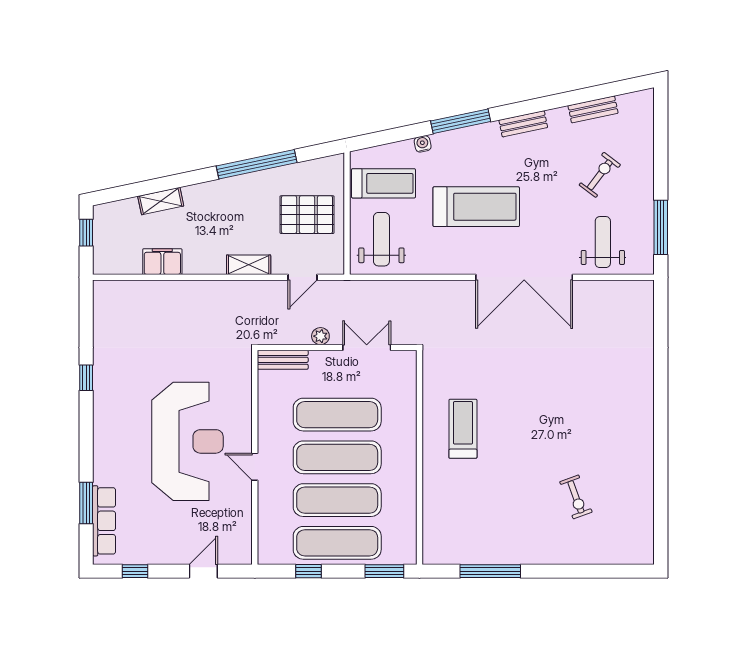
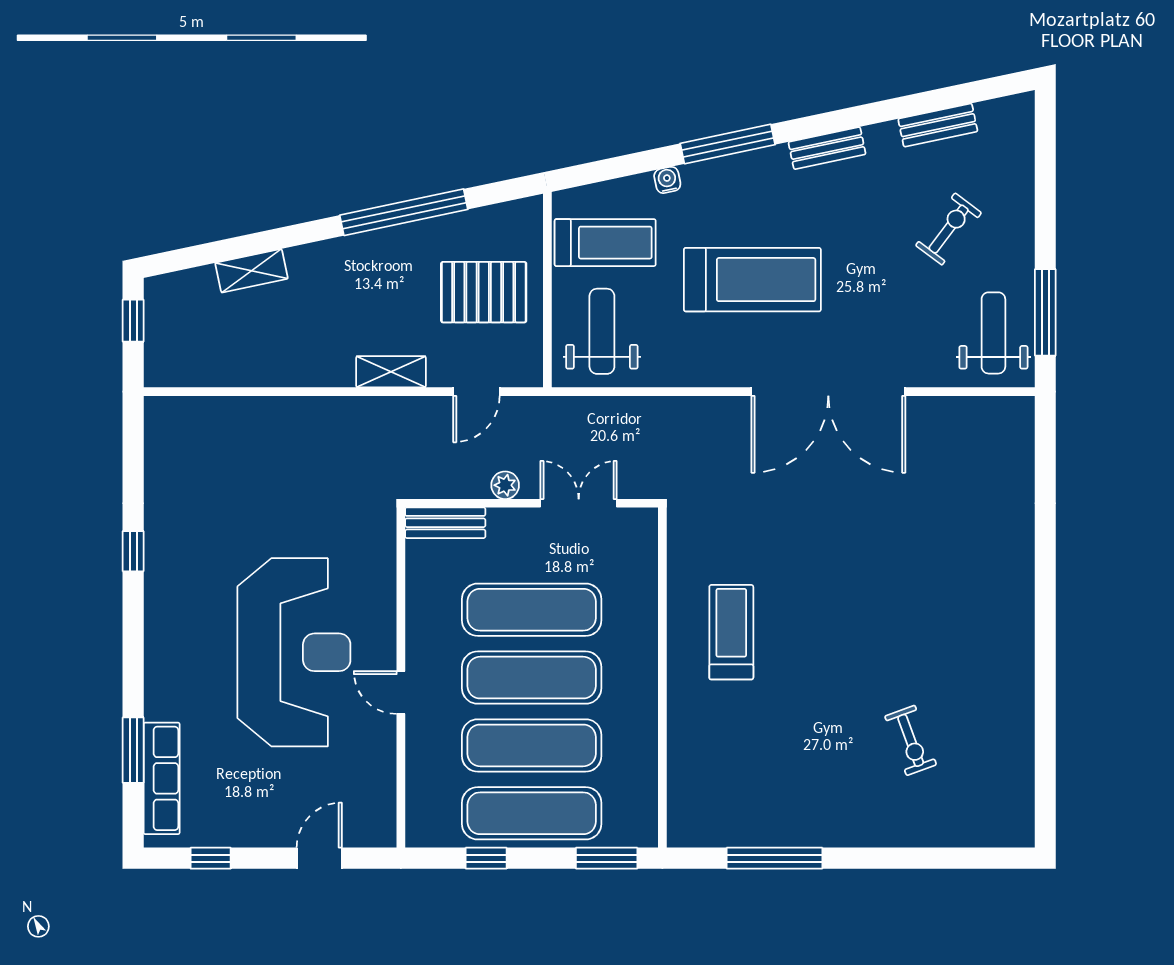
weight bench: (603, 242) -> (993, 333), moved
filing cabinet: (162, 262) -> (254, 367), removed

